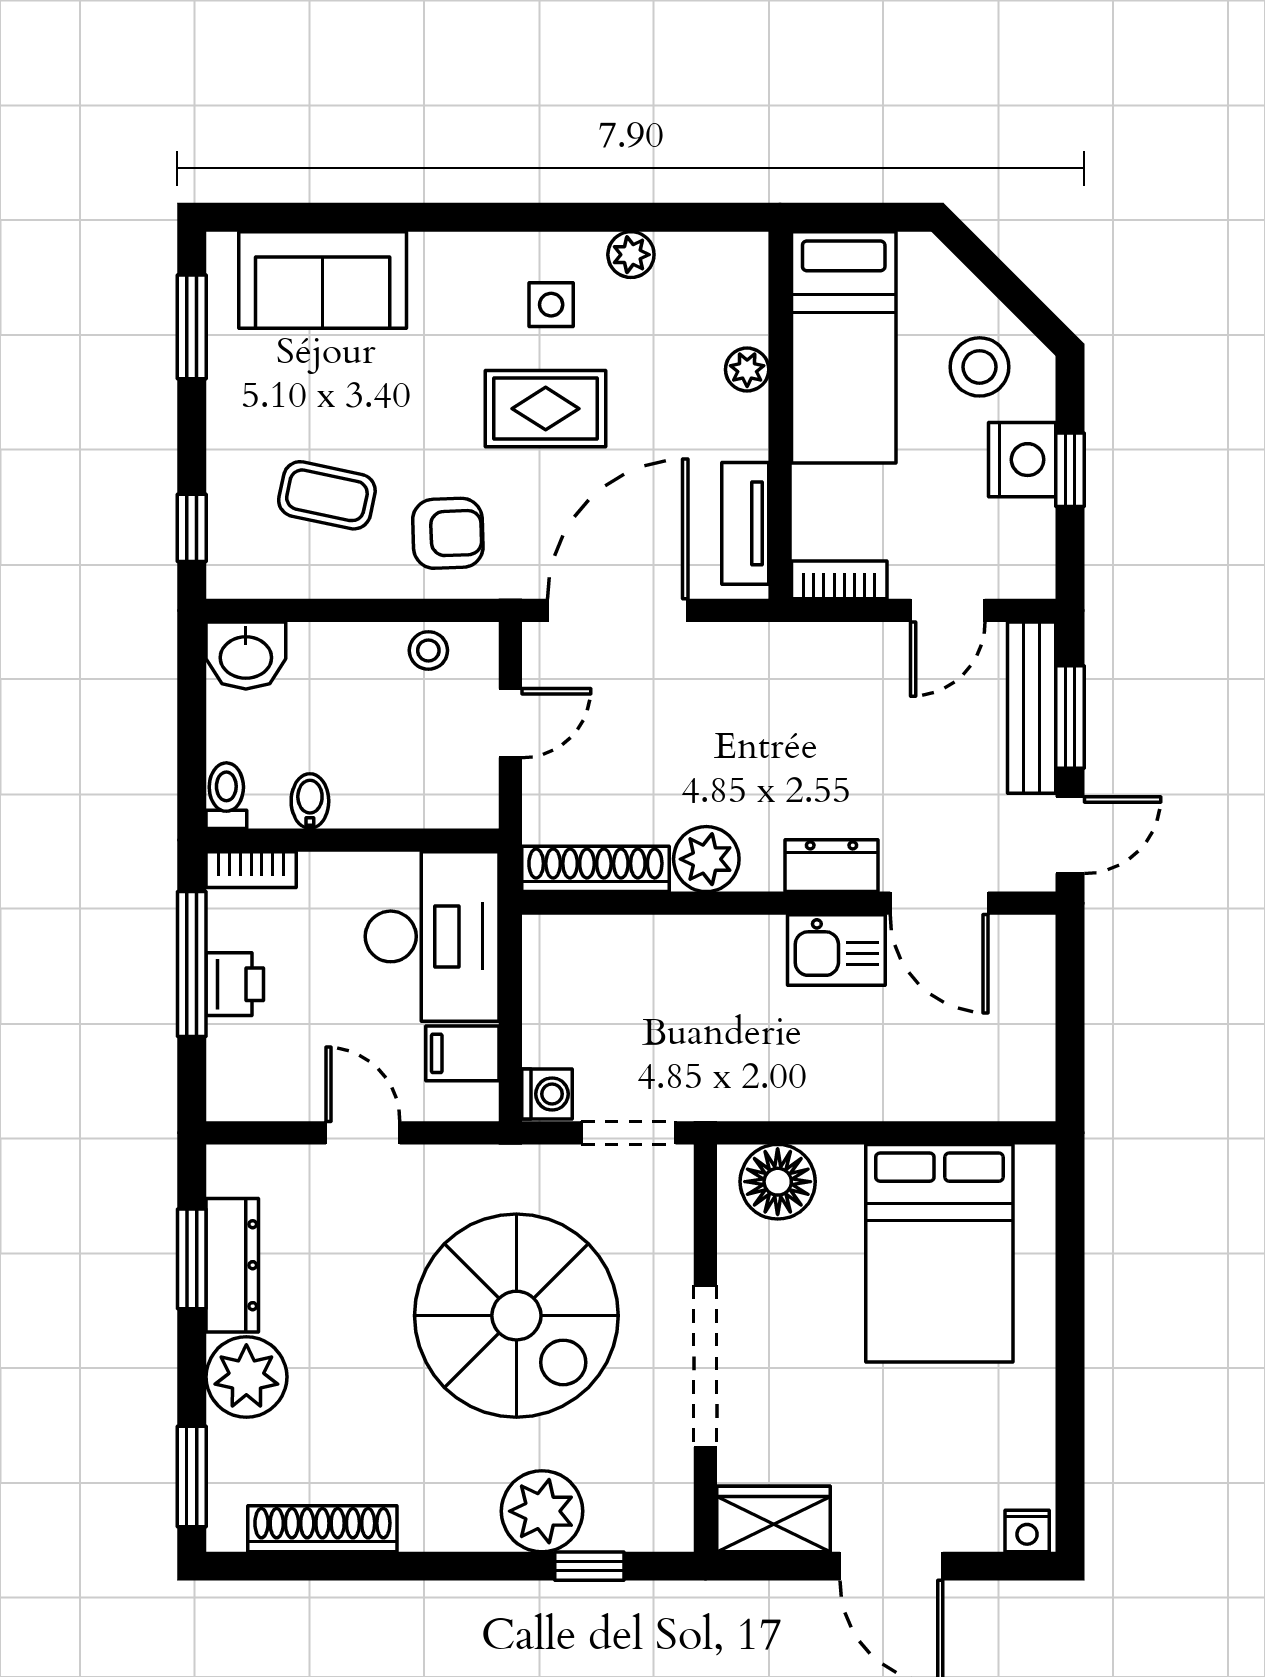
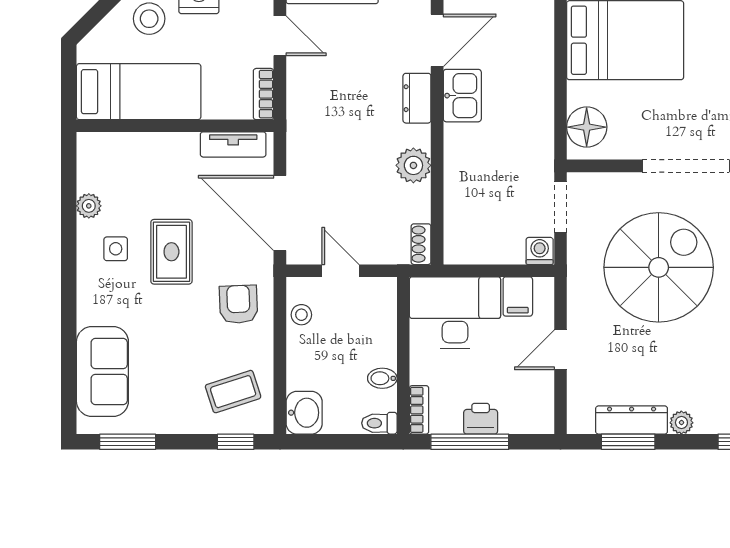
plant: (747, 370) -> (151, 144), removed
coffee table: (327, 495) -> (233, 392), moved, turned 60
shoe rack: (595, 869) -> (421, 244), width x0.51, depth x0.81
plant: (246, 1377) -> (681, 423), width x0.53, depth x0.53

